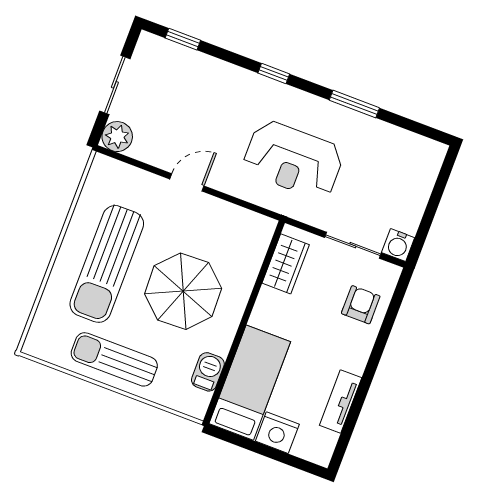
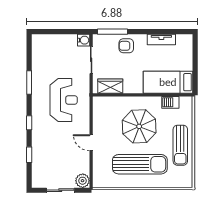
window: (183, 39) -> (29, 155), moved
armchair: (361, 305) -> (126, 46), moved
window: (393, 310) -> (113, 32), added
nightstand: (277, 433) -> (185, 62), removed

